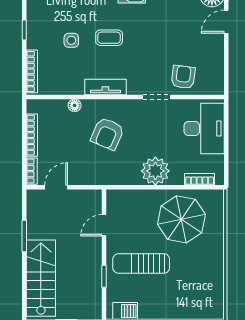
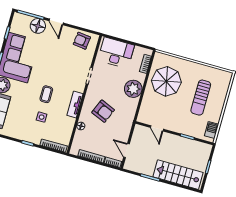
armchair: (183, 77) -> (82, 41), moved
sun lounger: (141, 263) -> (201, 98), moved

